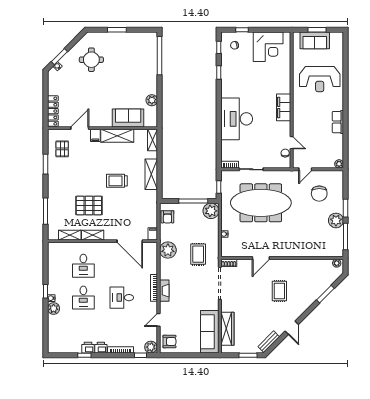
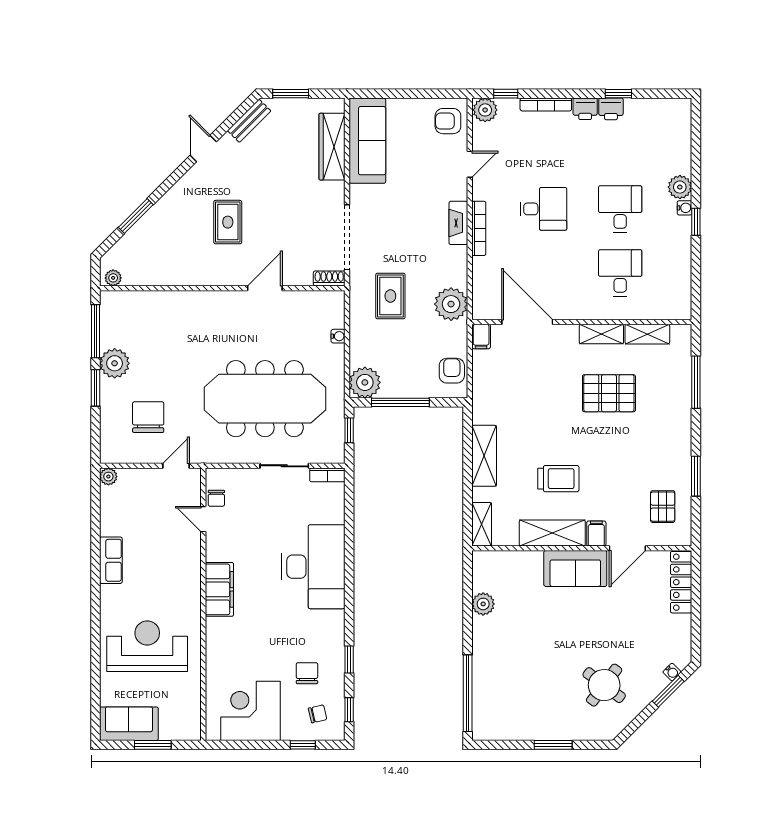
sofa: (315, 40) -> (129, 724), moved
round table: (91, 60) -> (604, 685), turned 37
chair: (240, 66) -> (307, 673), added
sofa: (128, 118) -> (575, 568), moved
trolley: (117, 181) -> (558, 479), moved

